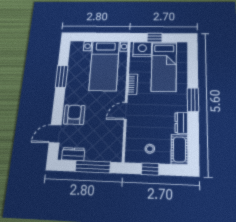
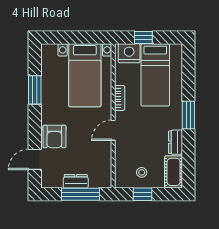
armchair: (74, 115) -> (54, 136), turned 180
dresser: (73, 154) -> (76, 181), moved

